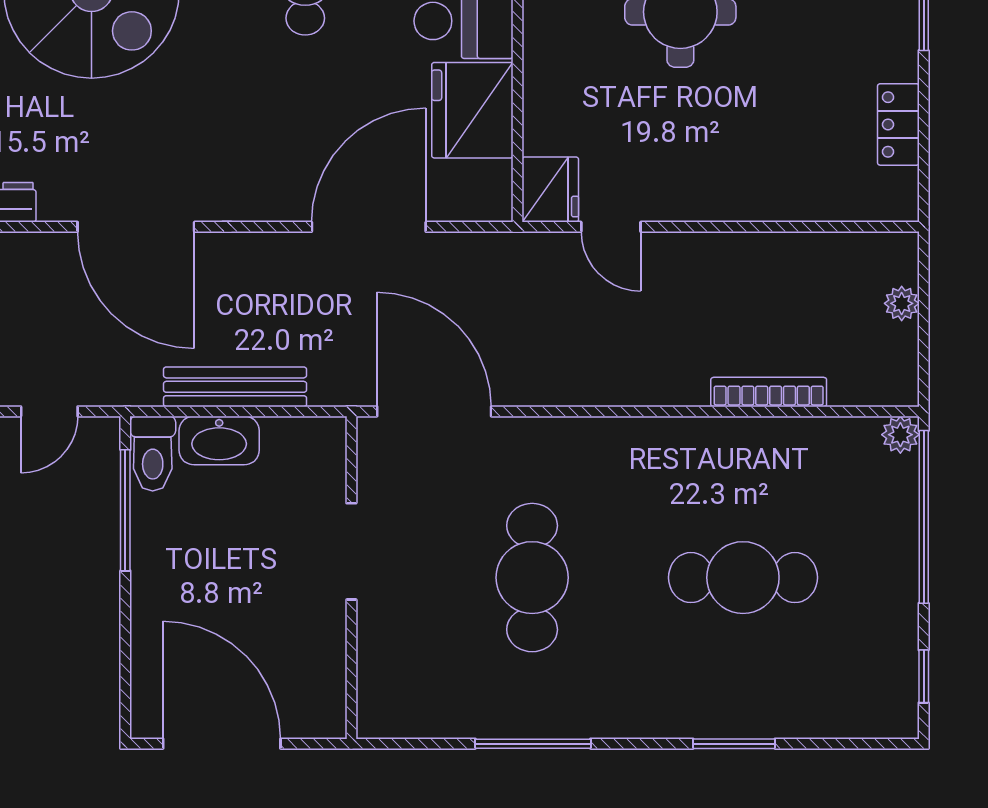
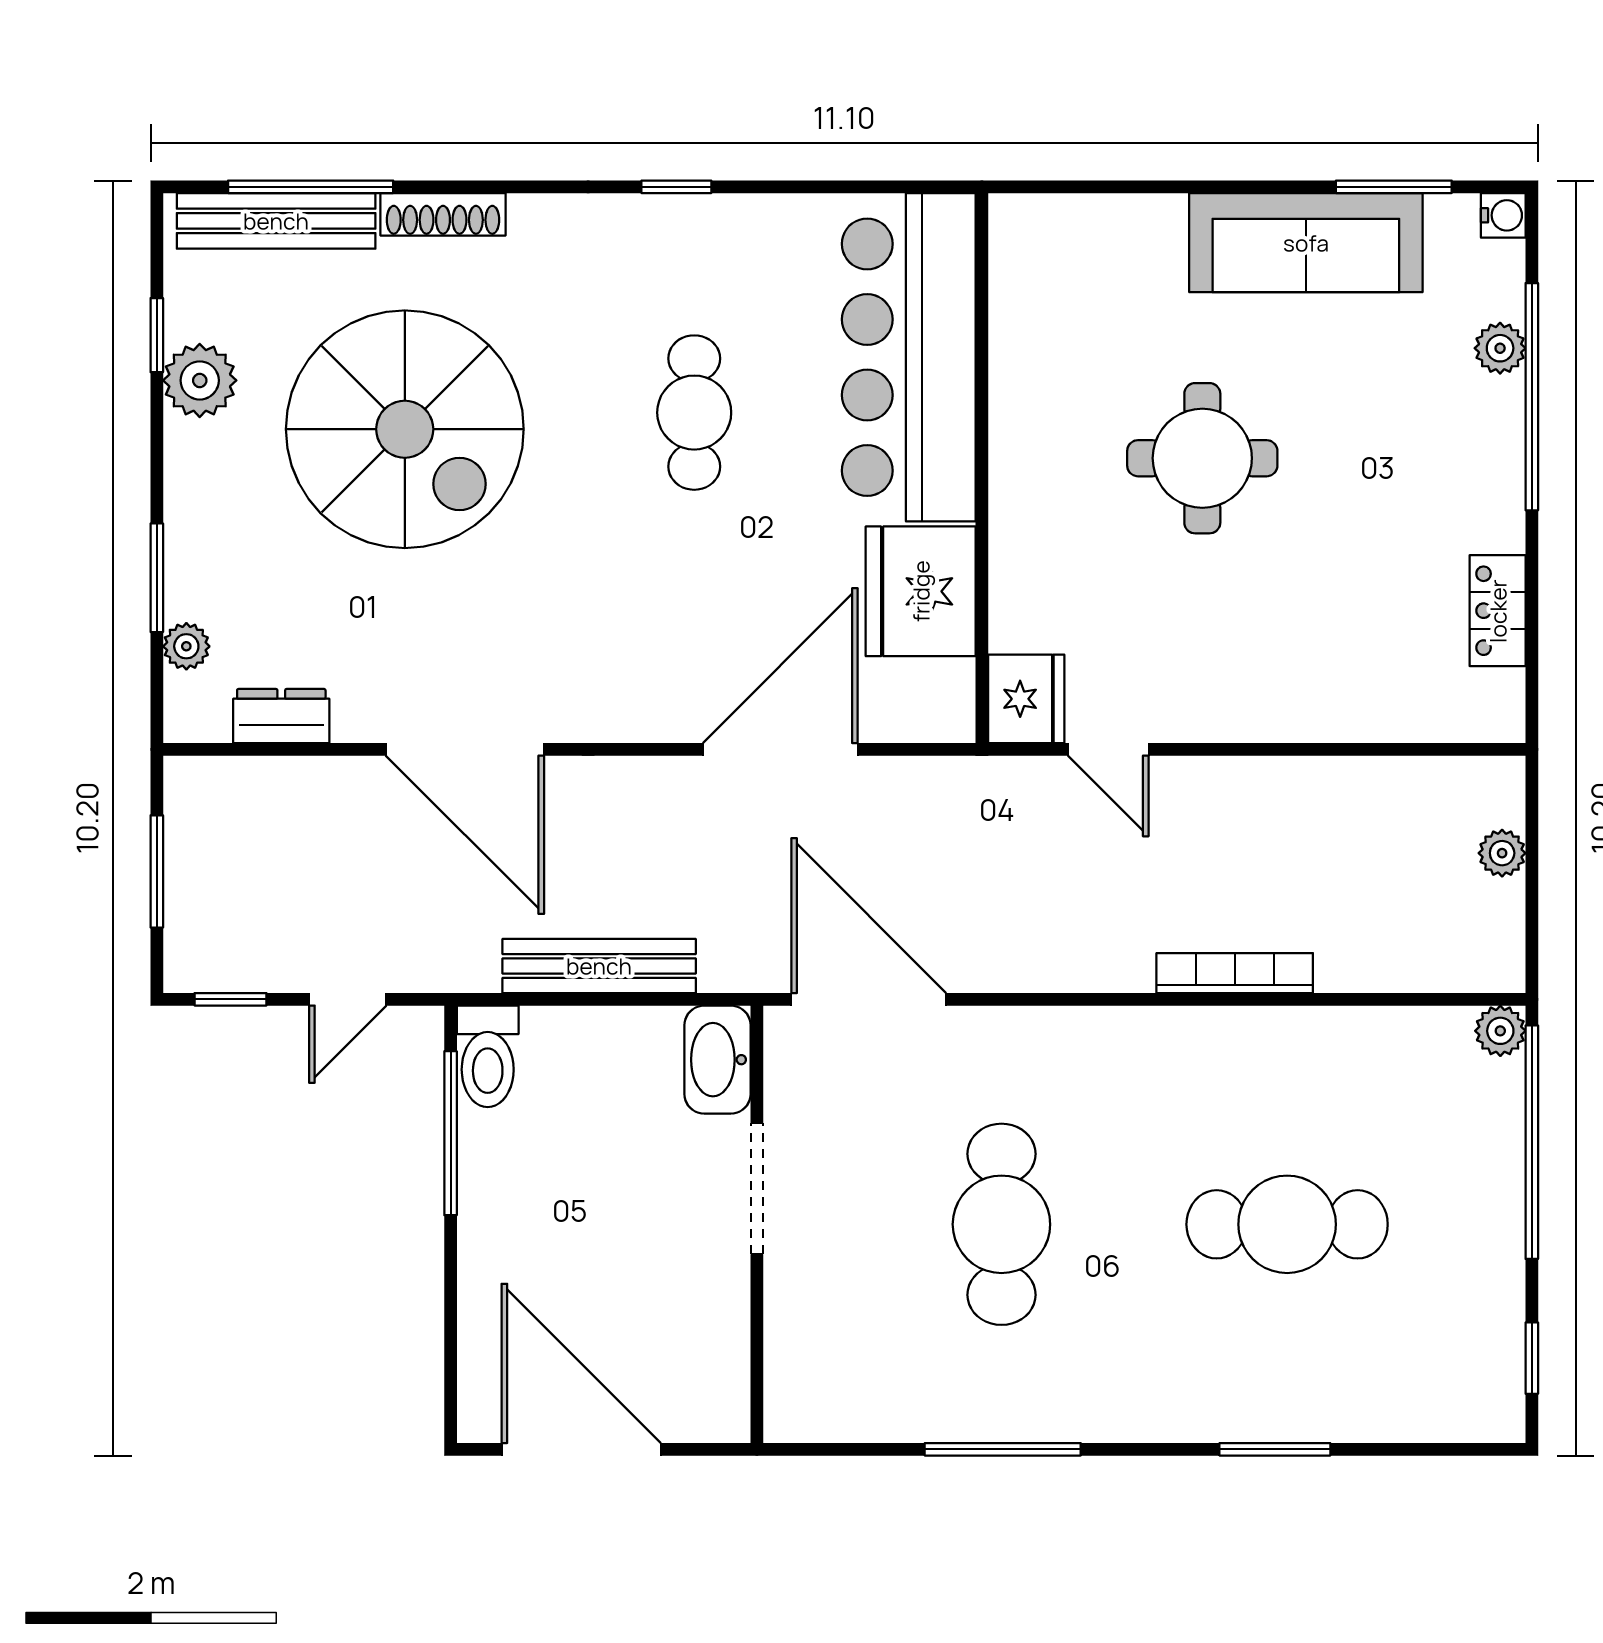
bookcase: (769, 392) -> (1235, 973), moved
washbasin: (219, 440) -> (717, 1060), moved, turned 90

